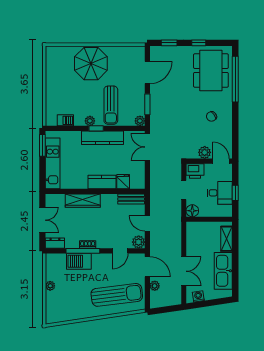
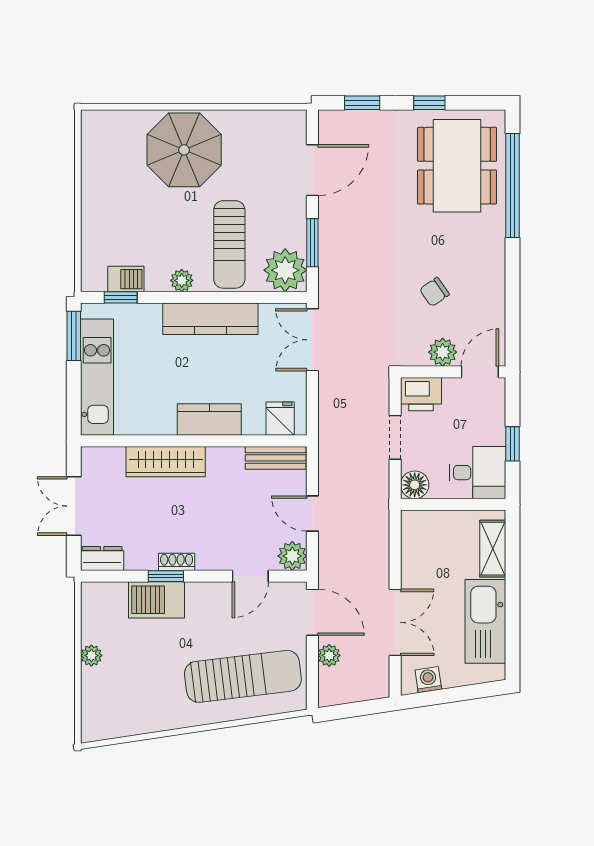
chair: (211, 116) -> (434, 292), moved
plant: (140, 121) -> (285, 270), width x1.88, depth x1.88
window: (96, 128) -> (121, 297), moved
door: (221, 161) -> (480, 372), hinge flipped
fridge: (123, 182) -> (280, 419), moved
desk: (220, 193) -> (477, 473), moved
double door: (42, 220) -> (74, 506), swing flipped
window: (83, 251) -> (166, 576), width x0.46

